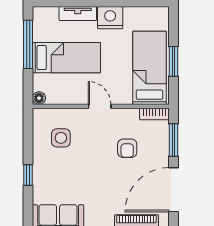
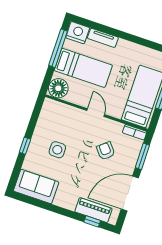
nightstand: (110, 18) -> (78, 33), moved
floor lamp: (39, 98) -> (58, 88), width x1.89, depth x1.89
side table: (61, 138) -> (57, 150), moved
armchair: (127, 148) -> (106, 151), turned 140

